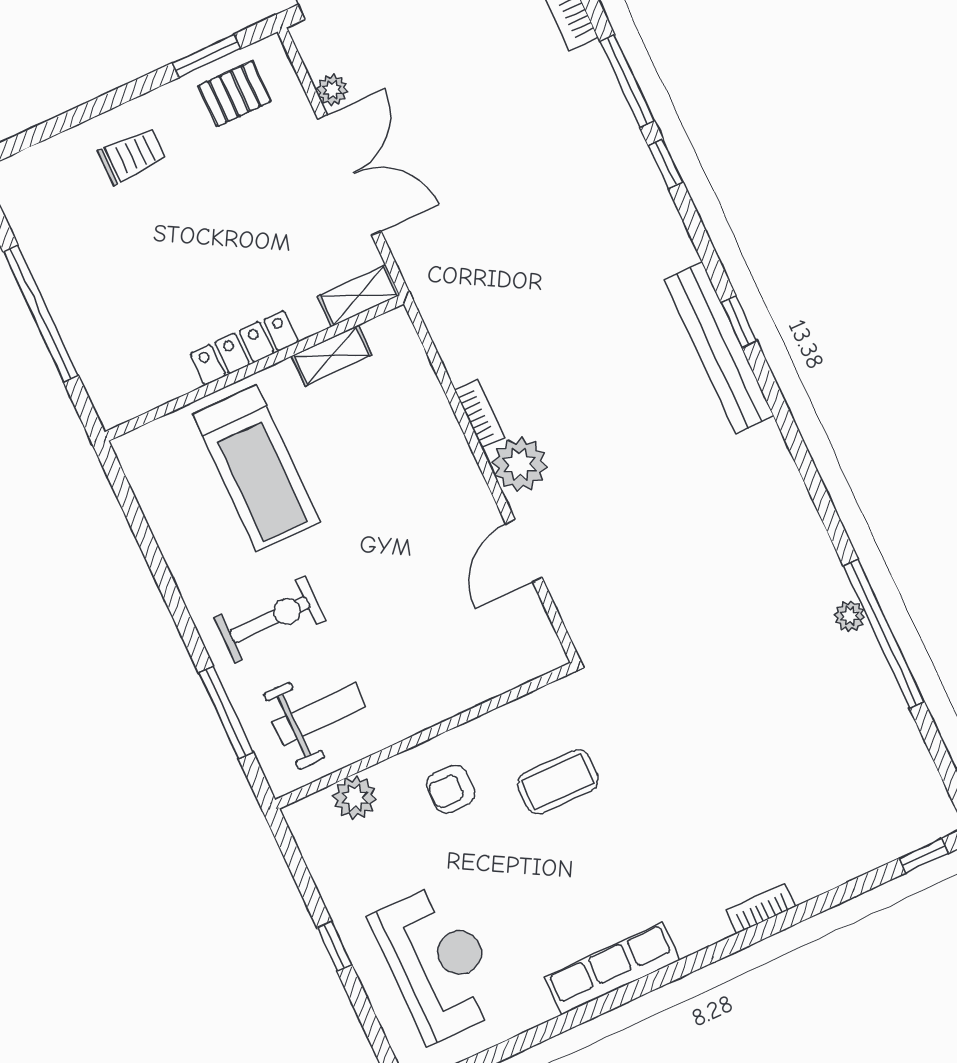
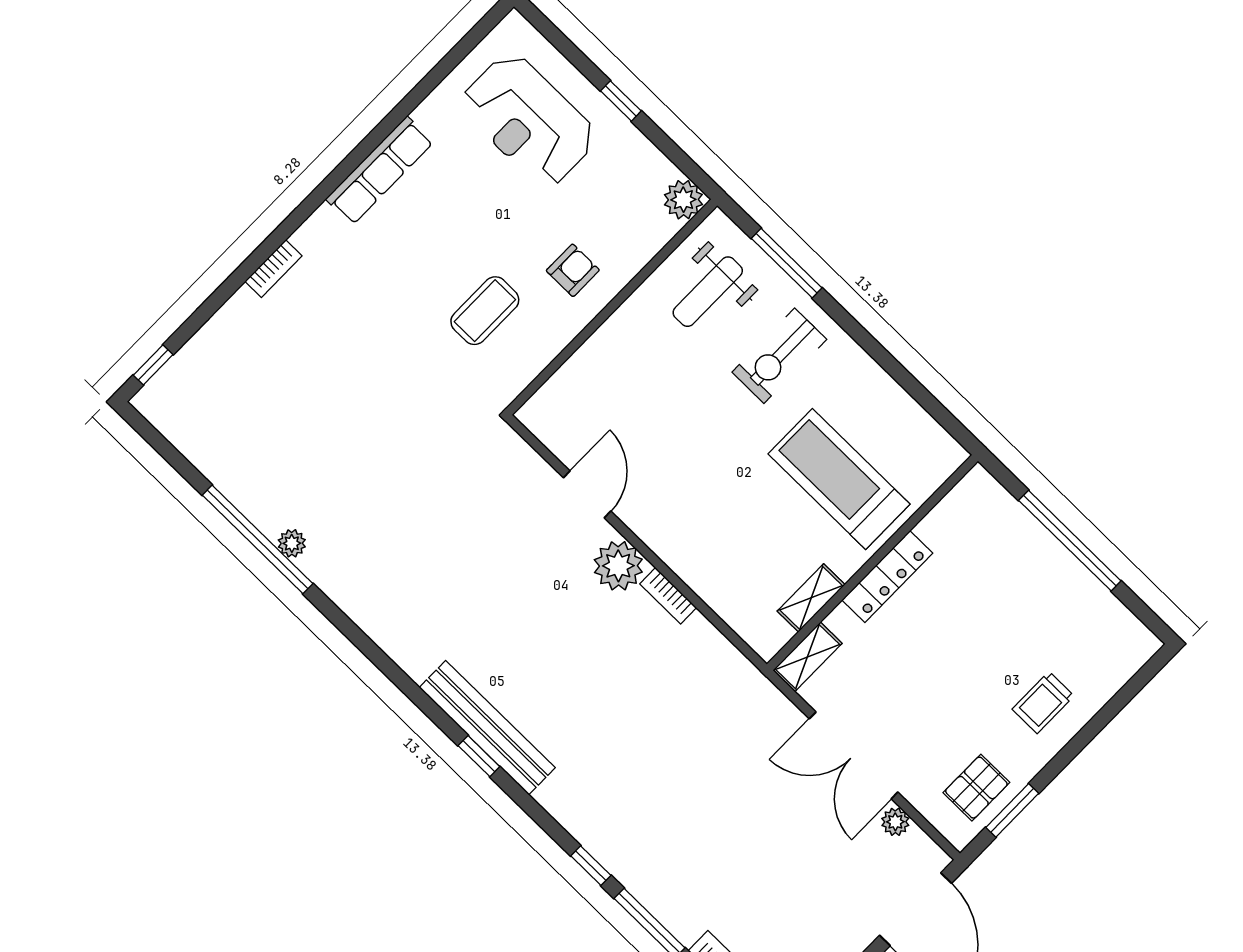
plant: (355, 798) -> (683, 200), moved

